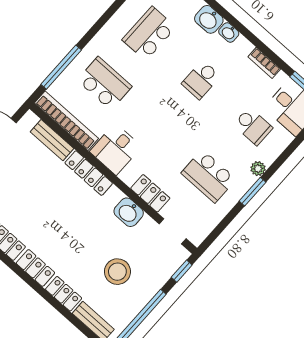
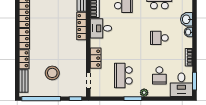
washbasin: (129, 212) -> (80, 56), removed

